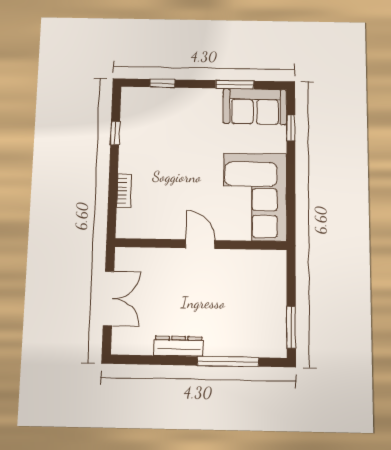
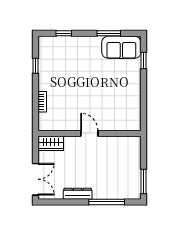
corner sofa: (255, 197) -> (122, 104), removed
wardrobe: (136, 259) -> (51, 143), added
double door: (109, 298) -> (36, 179), moved

